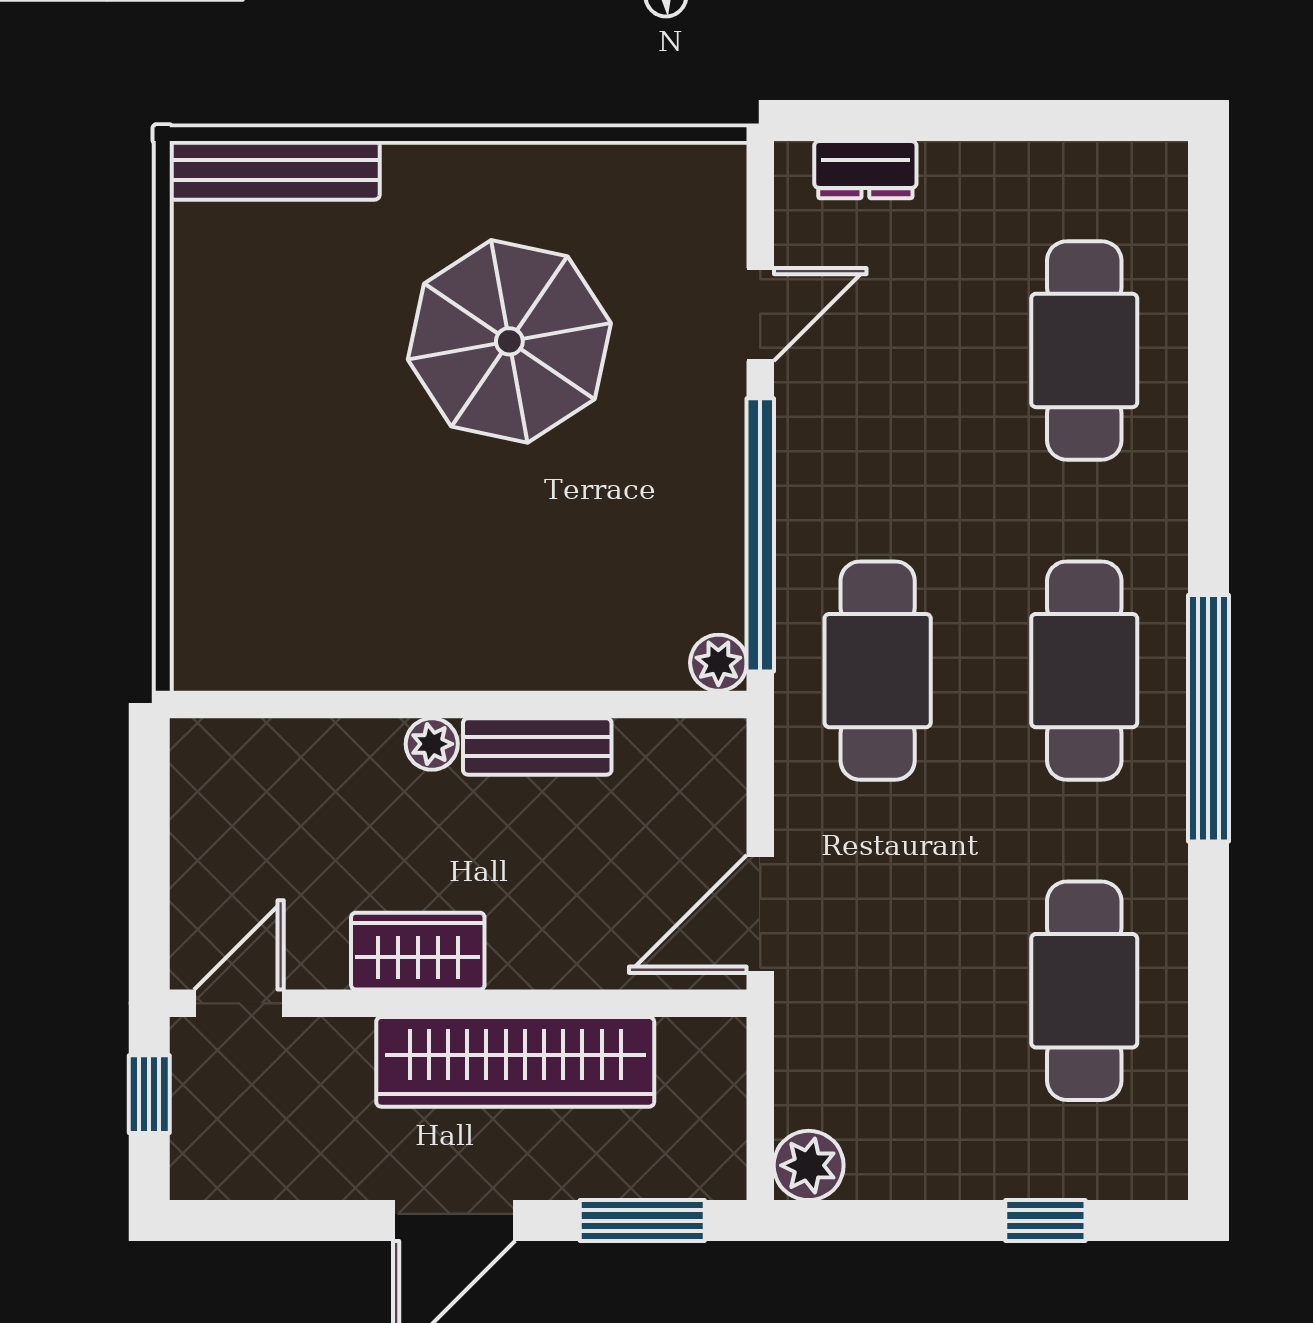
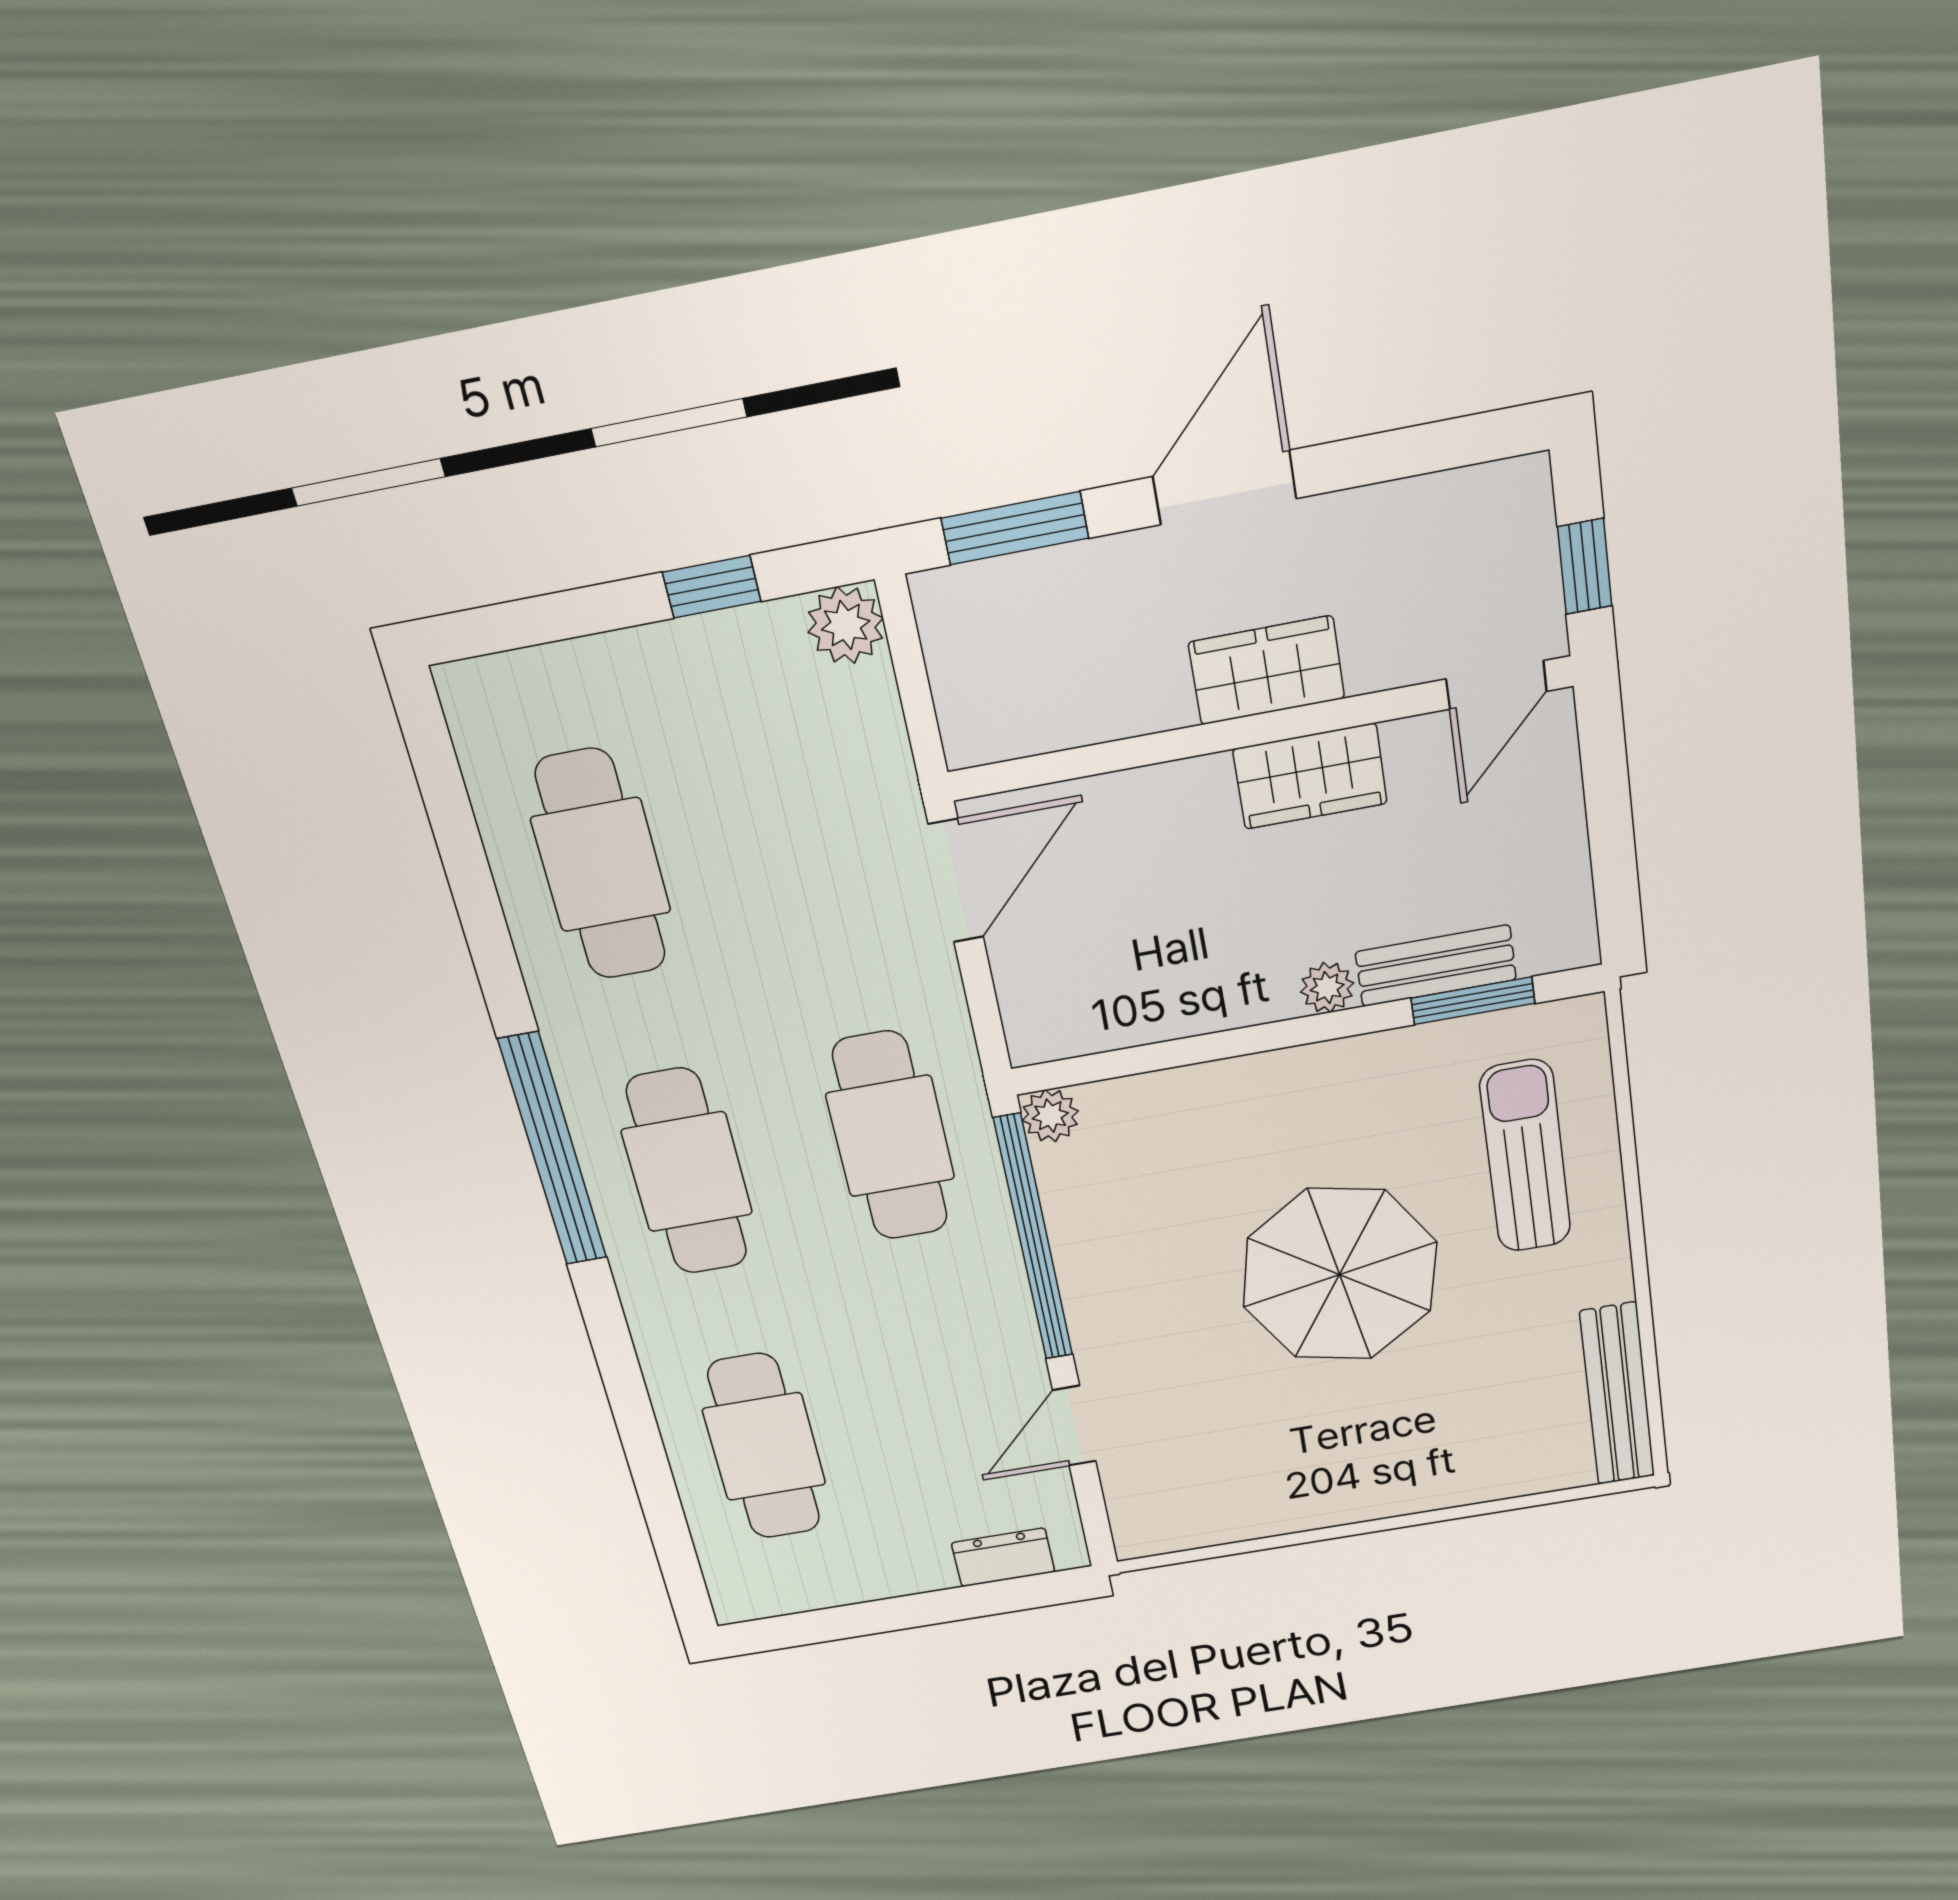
bench: (275, 170) -> (1617, 1394), moved, turned 90
parasol: (509, 341) -> (1340, 1275), moved
sun lounger: (264, 532) -> (1525, 1156), added
window: (296, 705) -> (1473, 1001), added
bench: (537, 746) -> (1436, 966), moved
wardrobe: (515, 1062) -> (1267, 670), width x0.48, depth x0.85
window: (1045, 1221) -> (712, 587), moved

